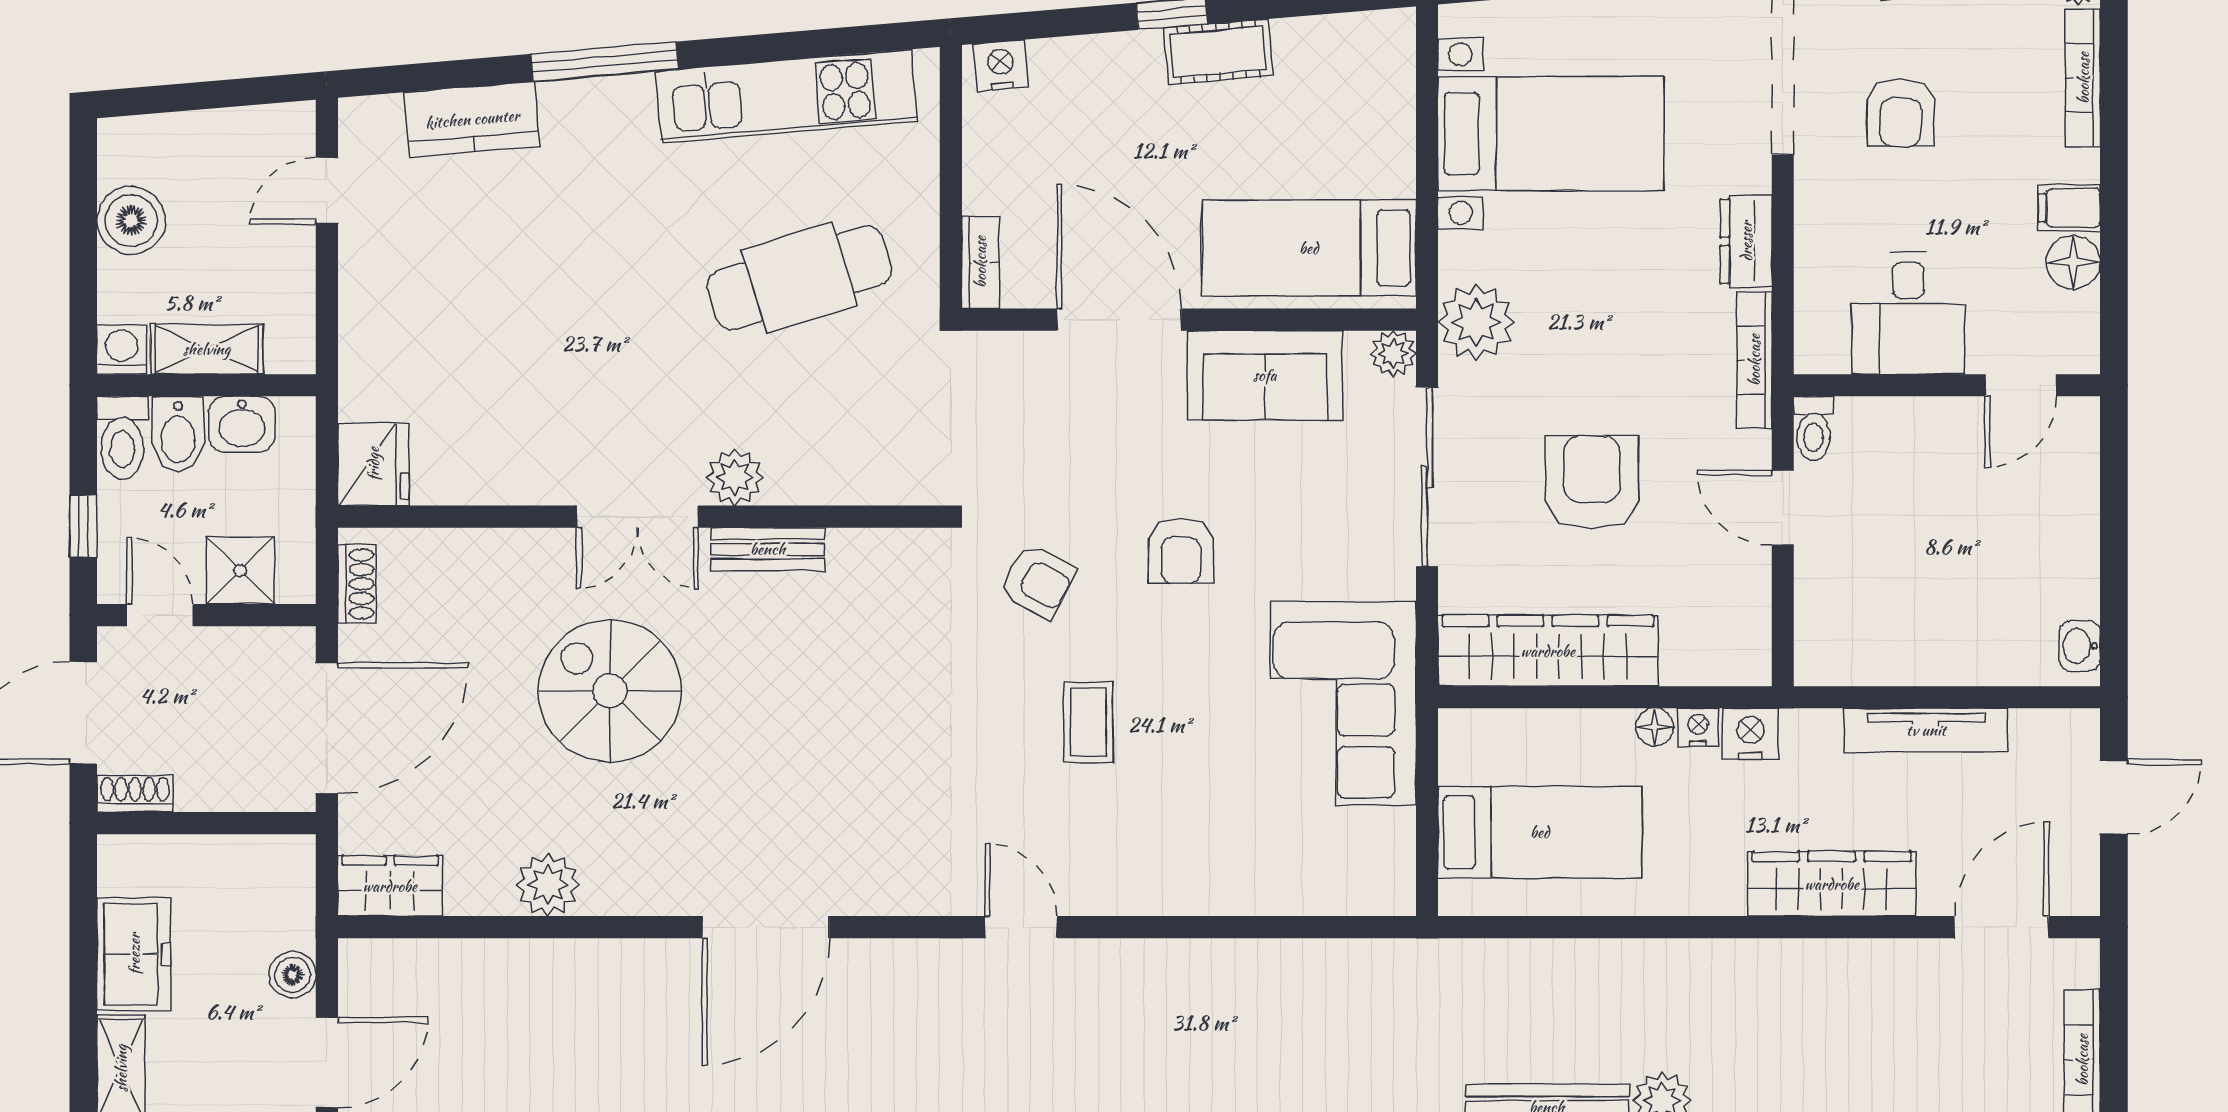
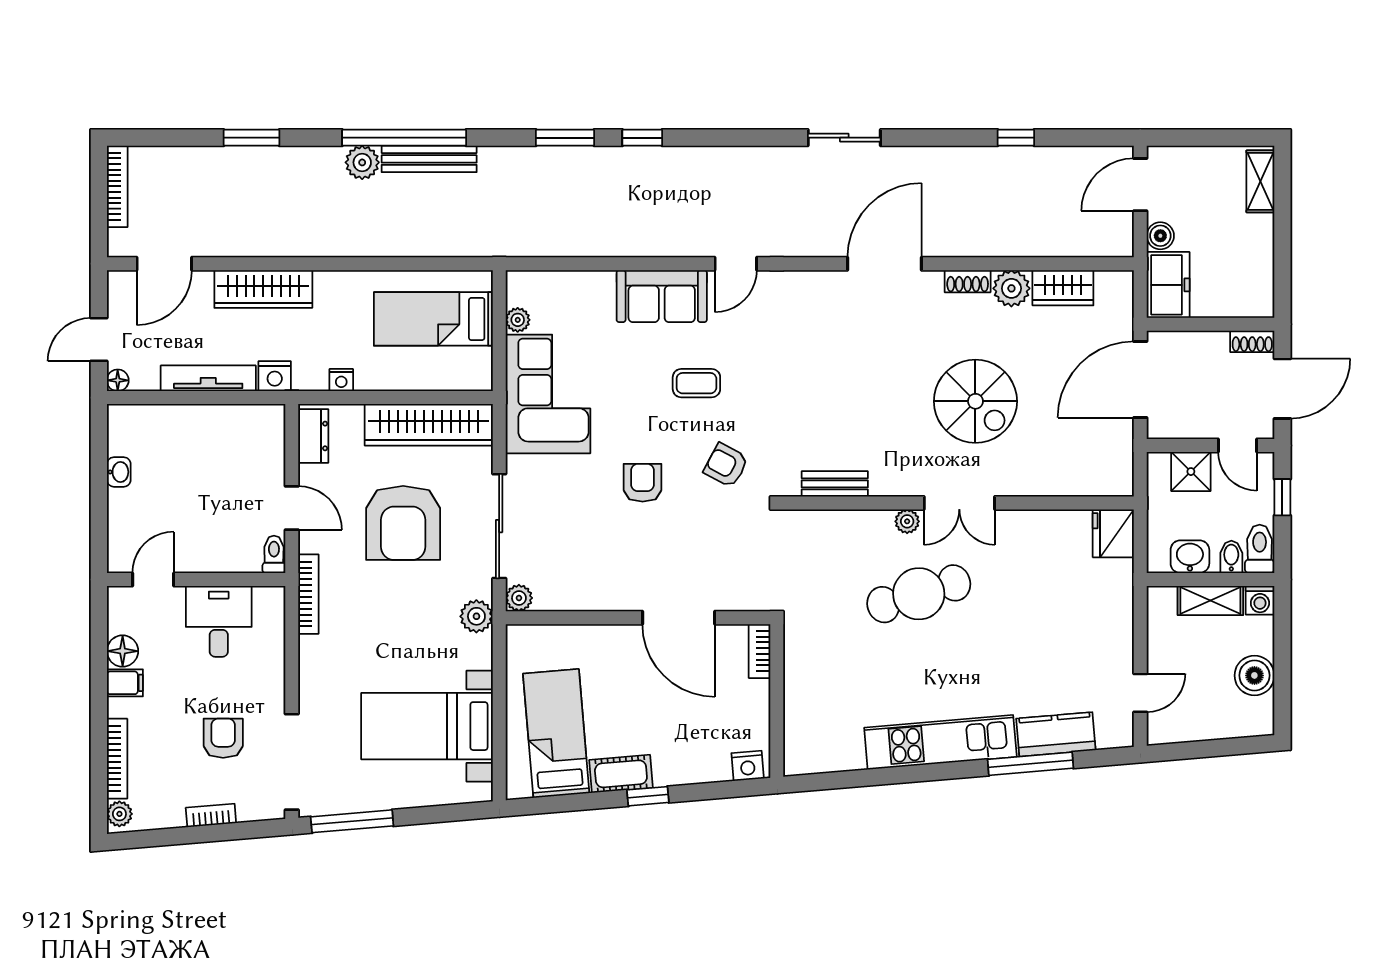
window: (605, 61) -> (1030, 764), moved
kitchen unit: (786, 96) -> (940, 742), moved
dresser: (1746, 241) -> (313, 436), moved
bed: (1309, 248) -> (556, 733), moved, turned -95
cafe table: (799, 278) -> (919, 594), moved
plant: (1476, 322) -> (476, 616), width x0.73, depth x0.73
sofa: (1265, 375) -> (662, 296), moved, turned 180
bidet: (178, 434) -> (1231, 557), width x0.72, depth x0.74
plant: (735, 477) -> (907, 521), width x0.73, depth x0.73
armchair: (1592, 482) -> (403, 523), width x1.36, depth x1.36
double door: (637, 517) -> (959, 503), swing flipped
bench: (768, 549) -> (835, 484), moved
shoe rack: (357, 584) -> (968, 281), moved, turned -90
washbasin: (2080, 646) -> (119, 472), moved
coffee table: (1088, 722) -> (696, 383), turned 90
floor lamp: (1654, 727) -> (118, 380), moved
nightstand: (1751, 734) -> (275, 376), moved
plant: (1395, 831) -> (518, 320), added
wardrobe: (390, 886) -> (1063, 288), moved
door: (1021, 927) -> (736, 264), hinge flipped
freezer: (134, 954) -> (1168, 285), moved, turned 180

